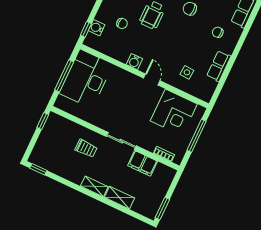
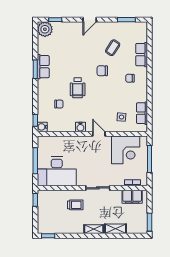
water cooler: (97, 28) -> (42, 127), moved
row of seats: (219, 66) -> (142, 113), moved
desk: (86, 79) -> (57, 171), moved, turned -90
filing cabinet: (143, 163) -> (132, 197), moved

